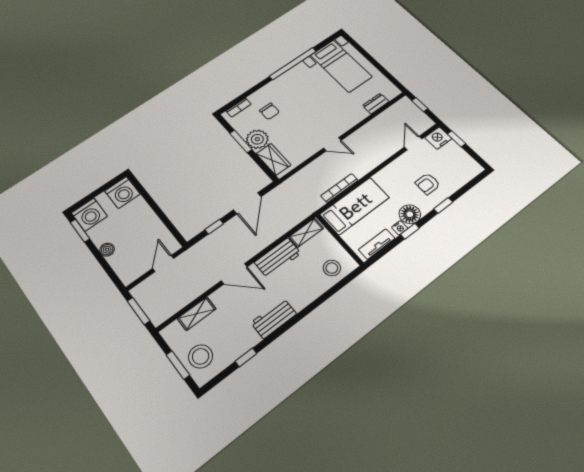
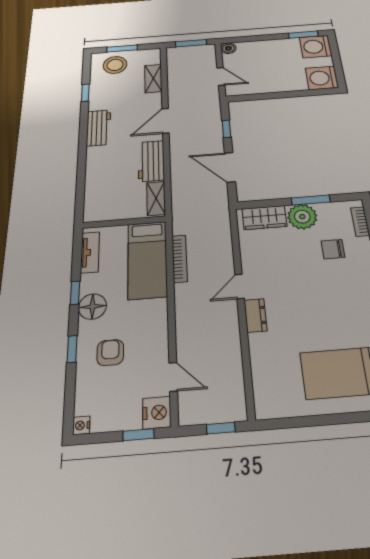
dresser: (376, 104) -> (255, 315), moved
nightstand: (400, 228) -> (81, 425), moved
boiler: (107, 250) -> (228, 48), moved
stool: (332, 268) -> (102, 198), removed

